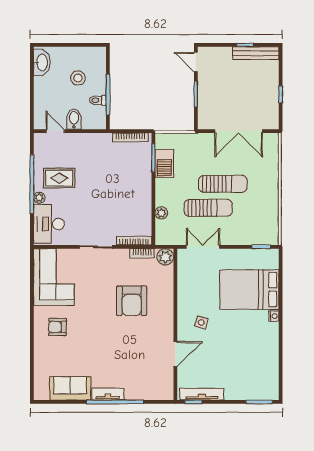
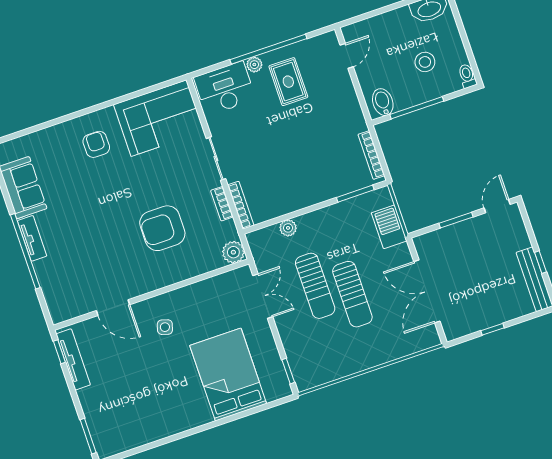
toilet: (98, 100) -> (467, 76), moved
bidet: (74, 119) -> (383, 102), moved, turned -90
barbecue: (164, 163) -> (389, 227), moved, turned 90
bookcase: (142, 253) -> (222, 204), moved
nightstand: (274, 316) -> (205, 417), removed

